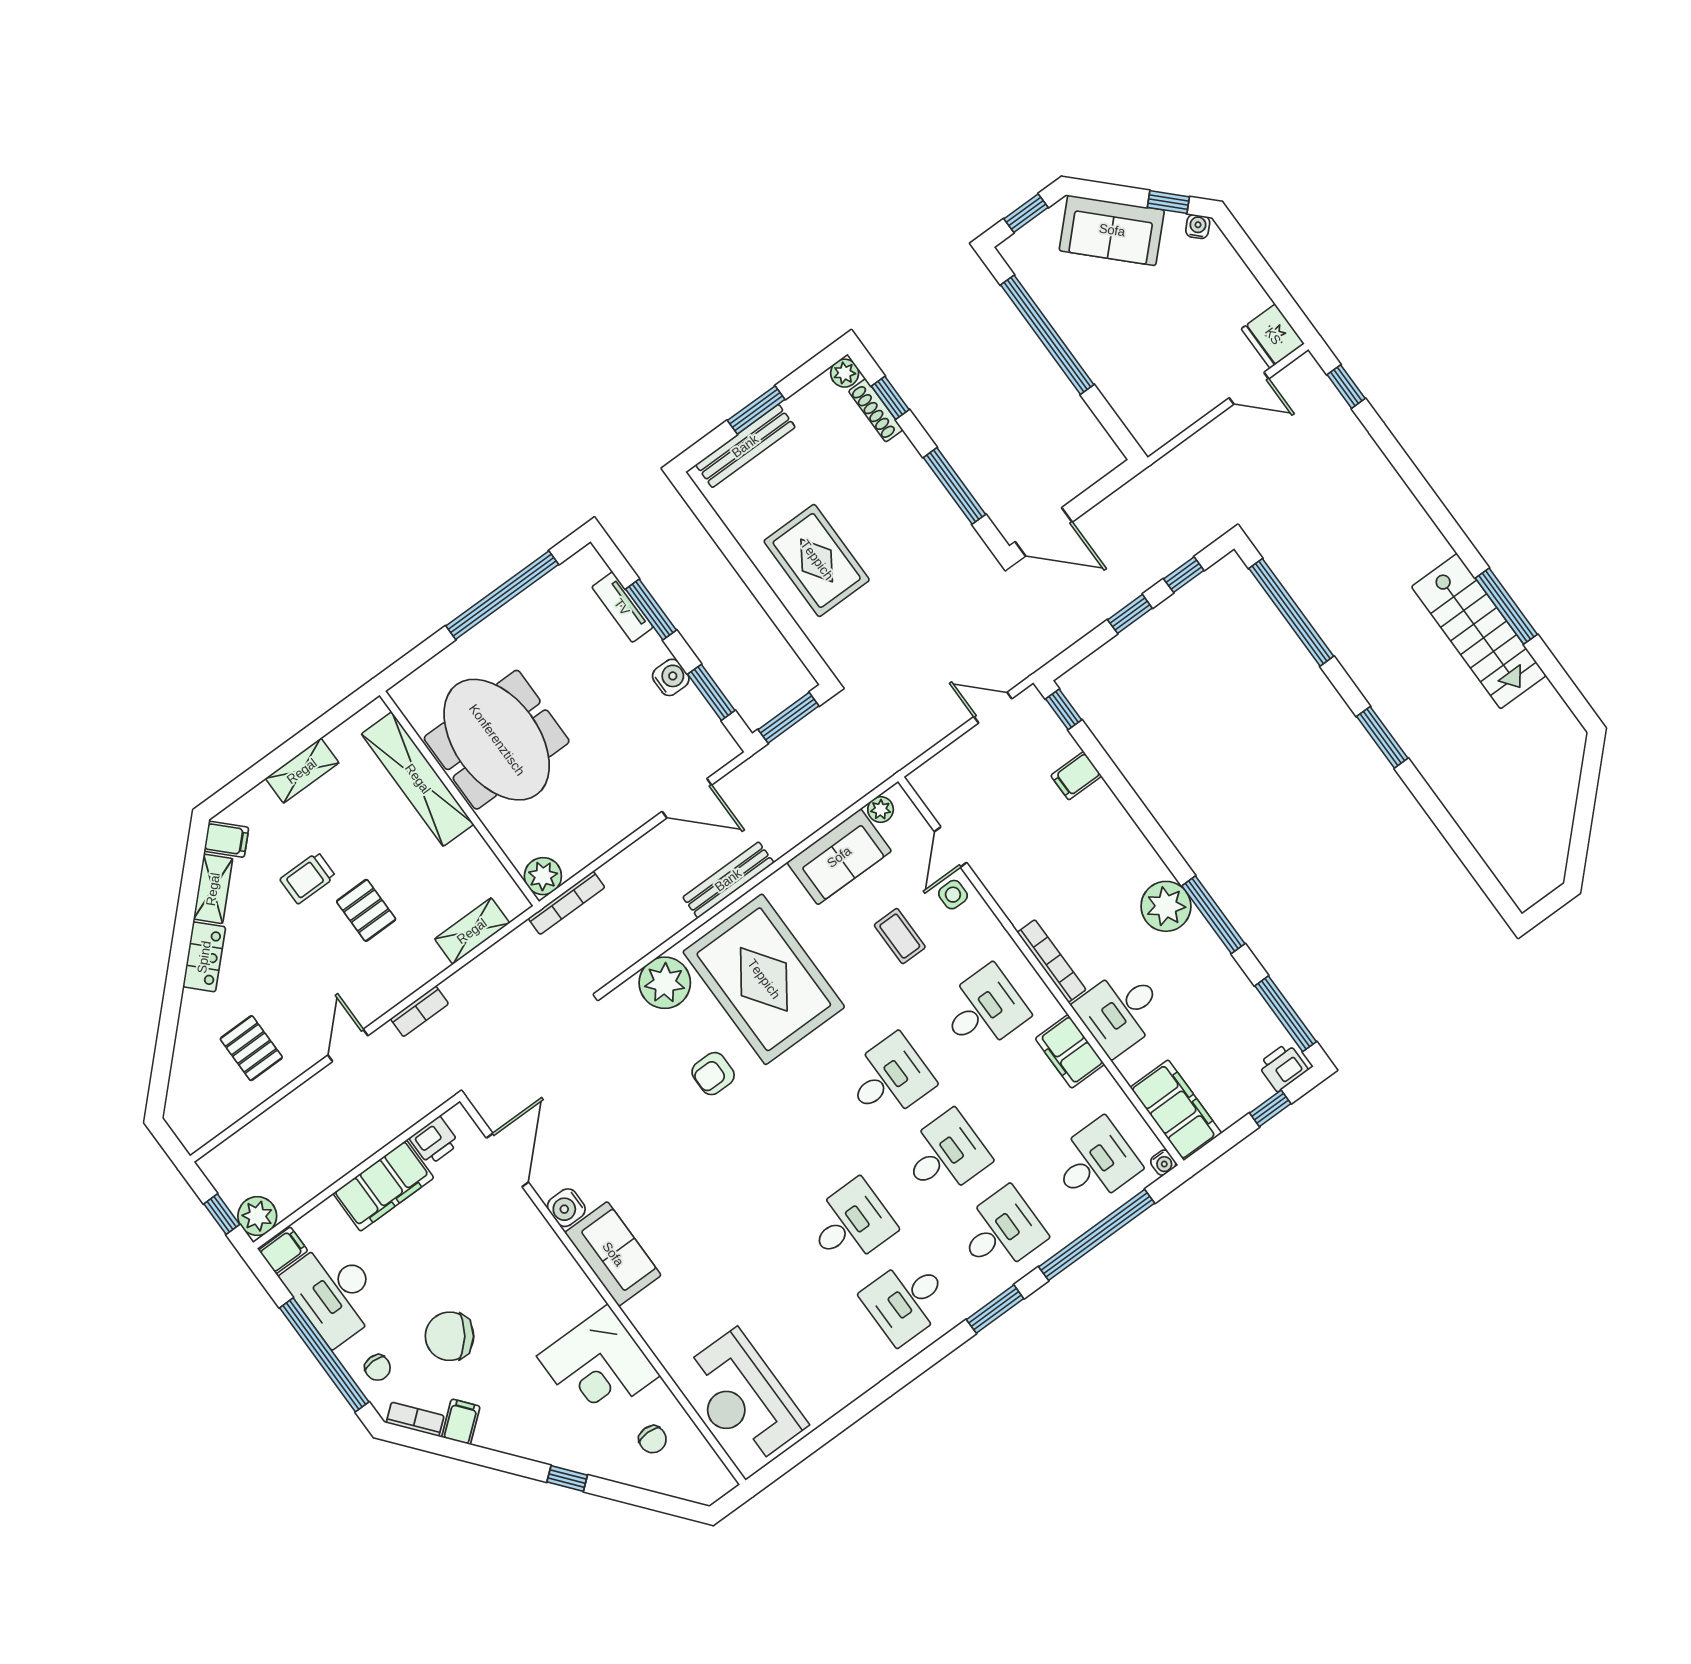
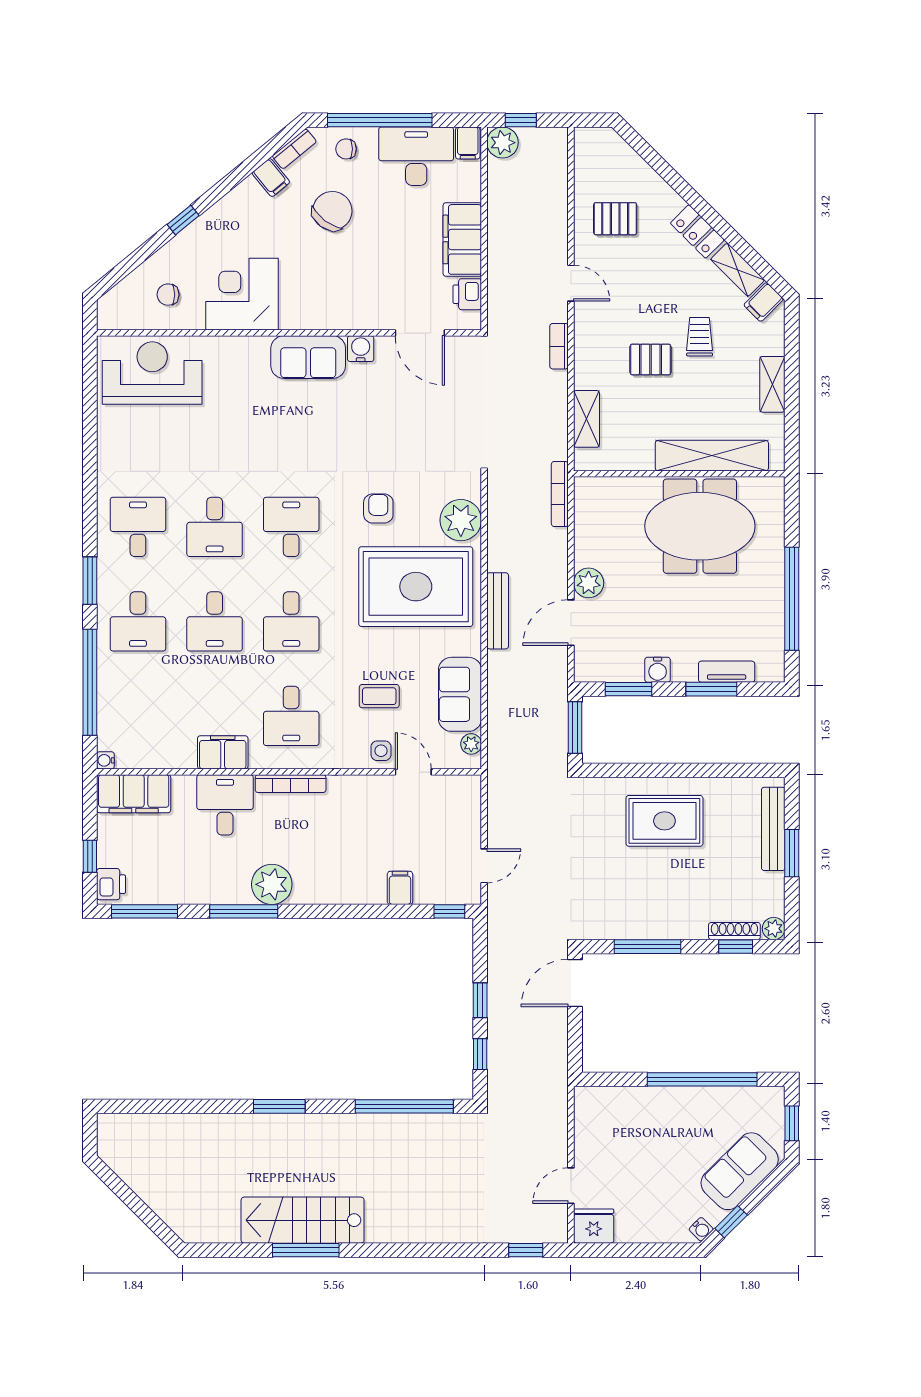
plant: (543, 876) -> (589, 583), moved
desk: (1095, 1163) -> (291, 527), moved, turned 180

